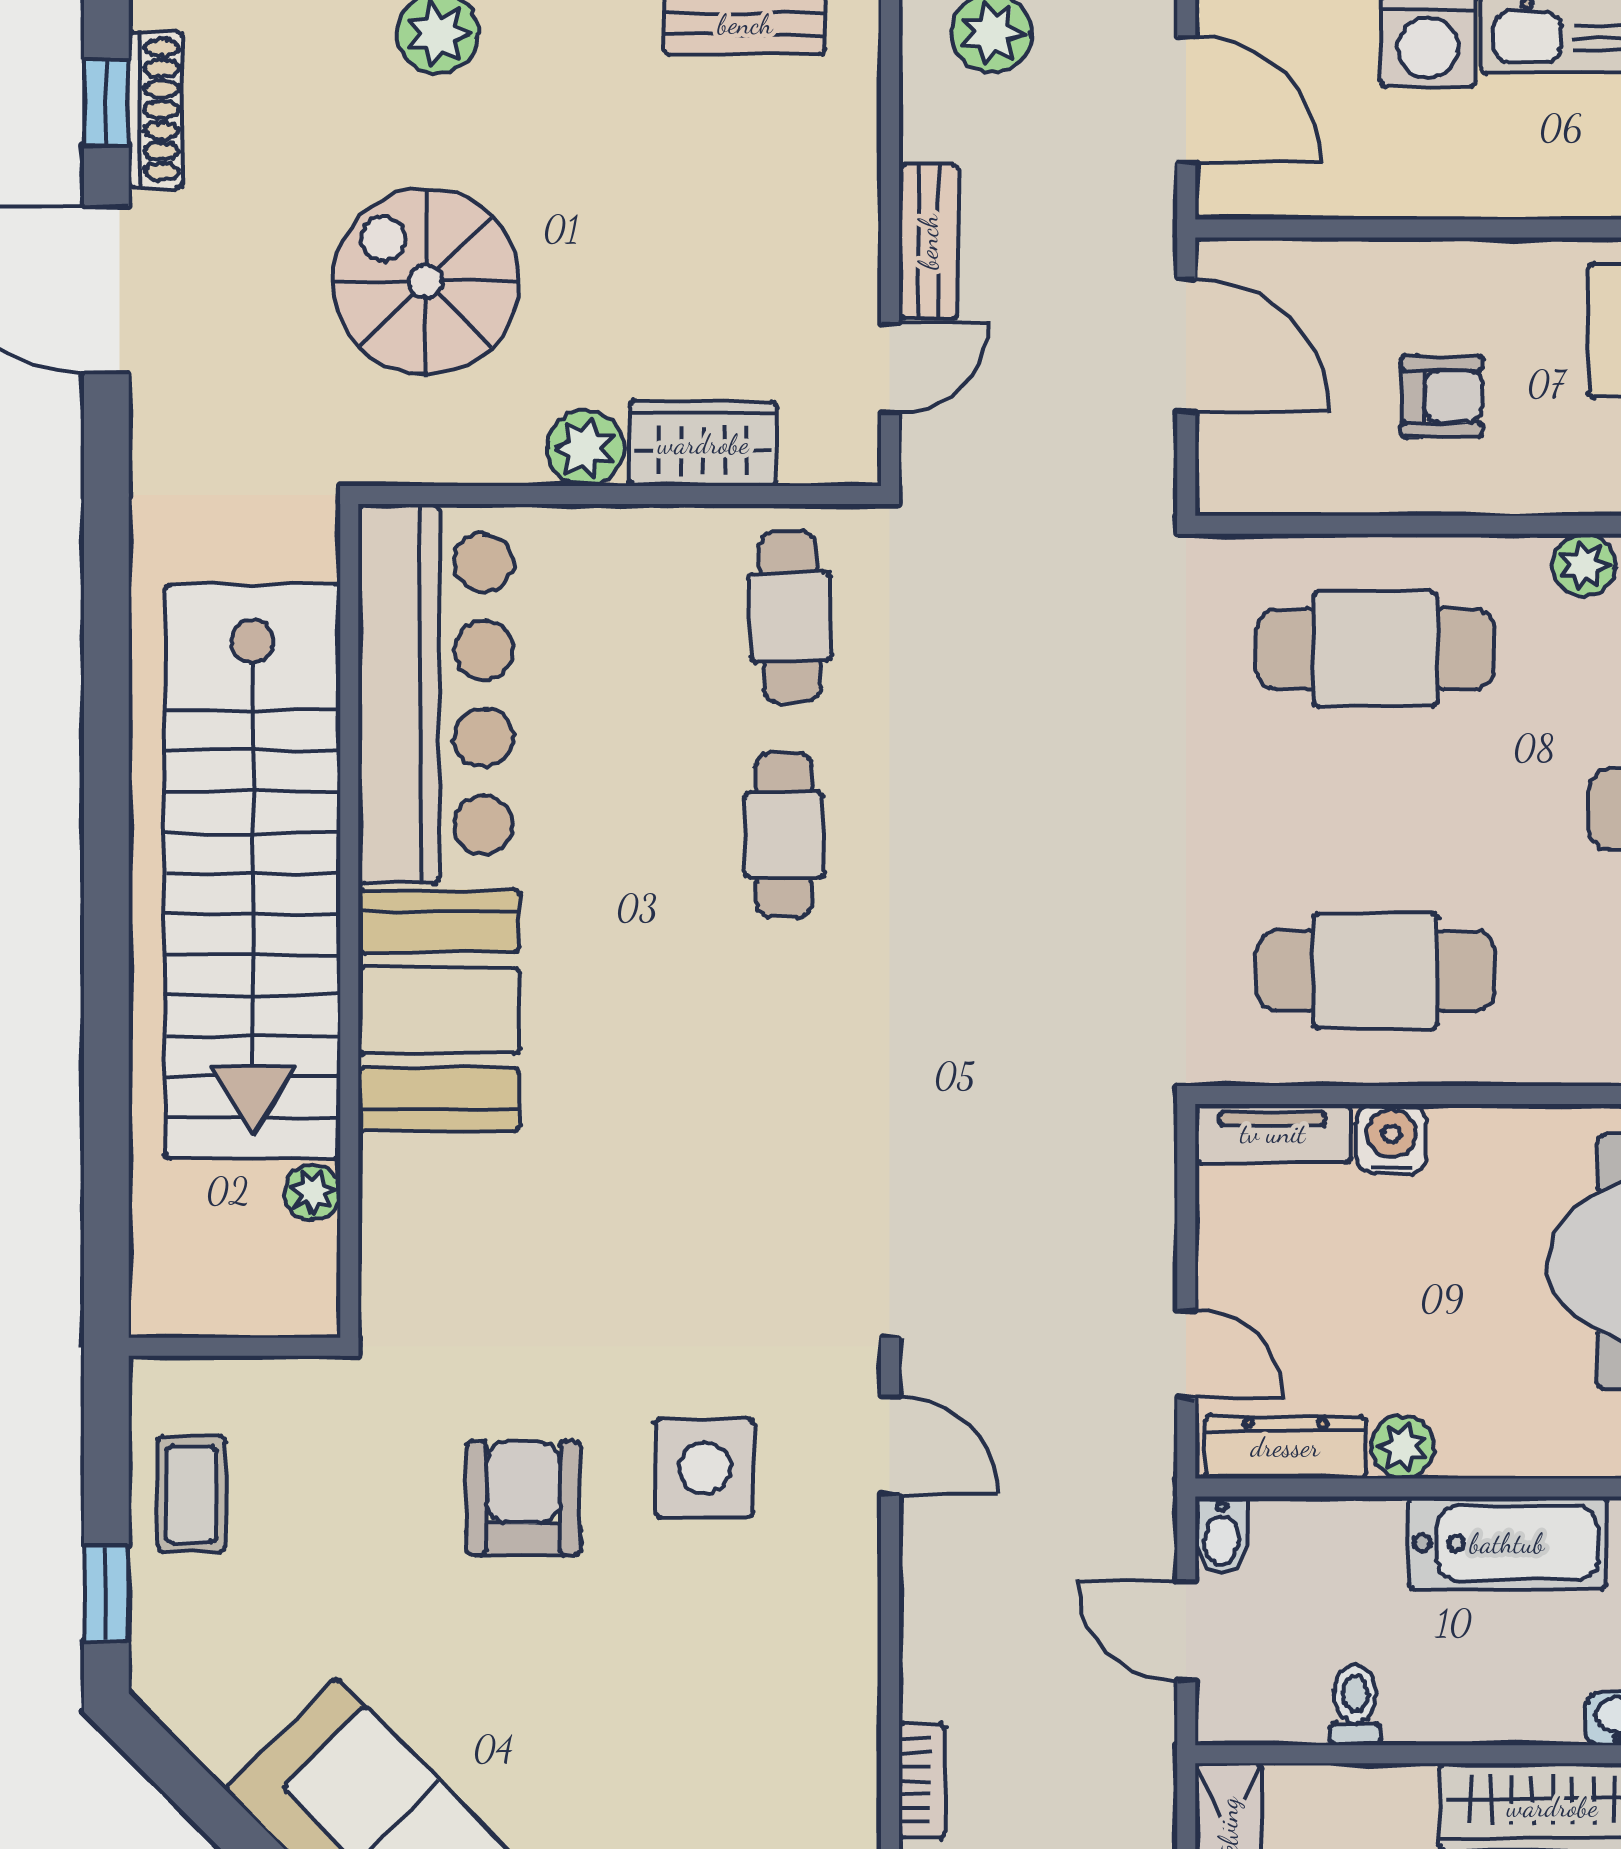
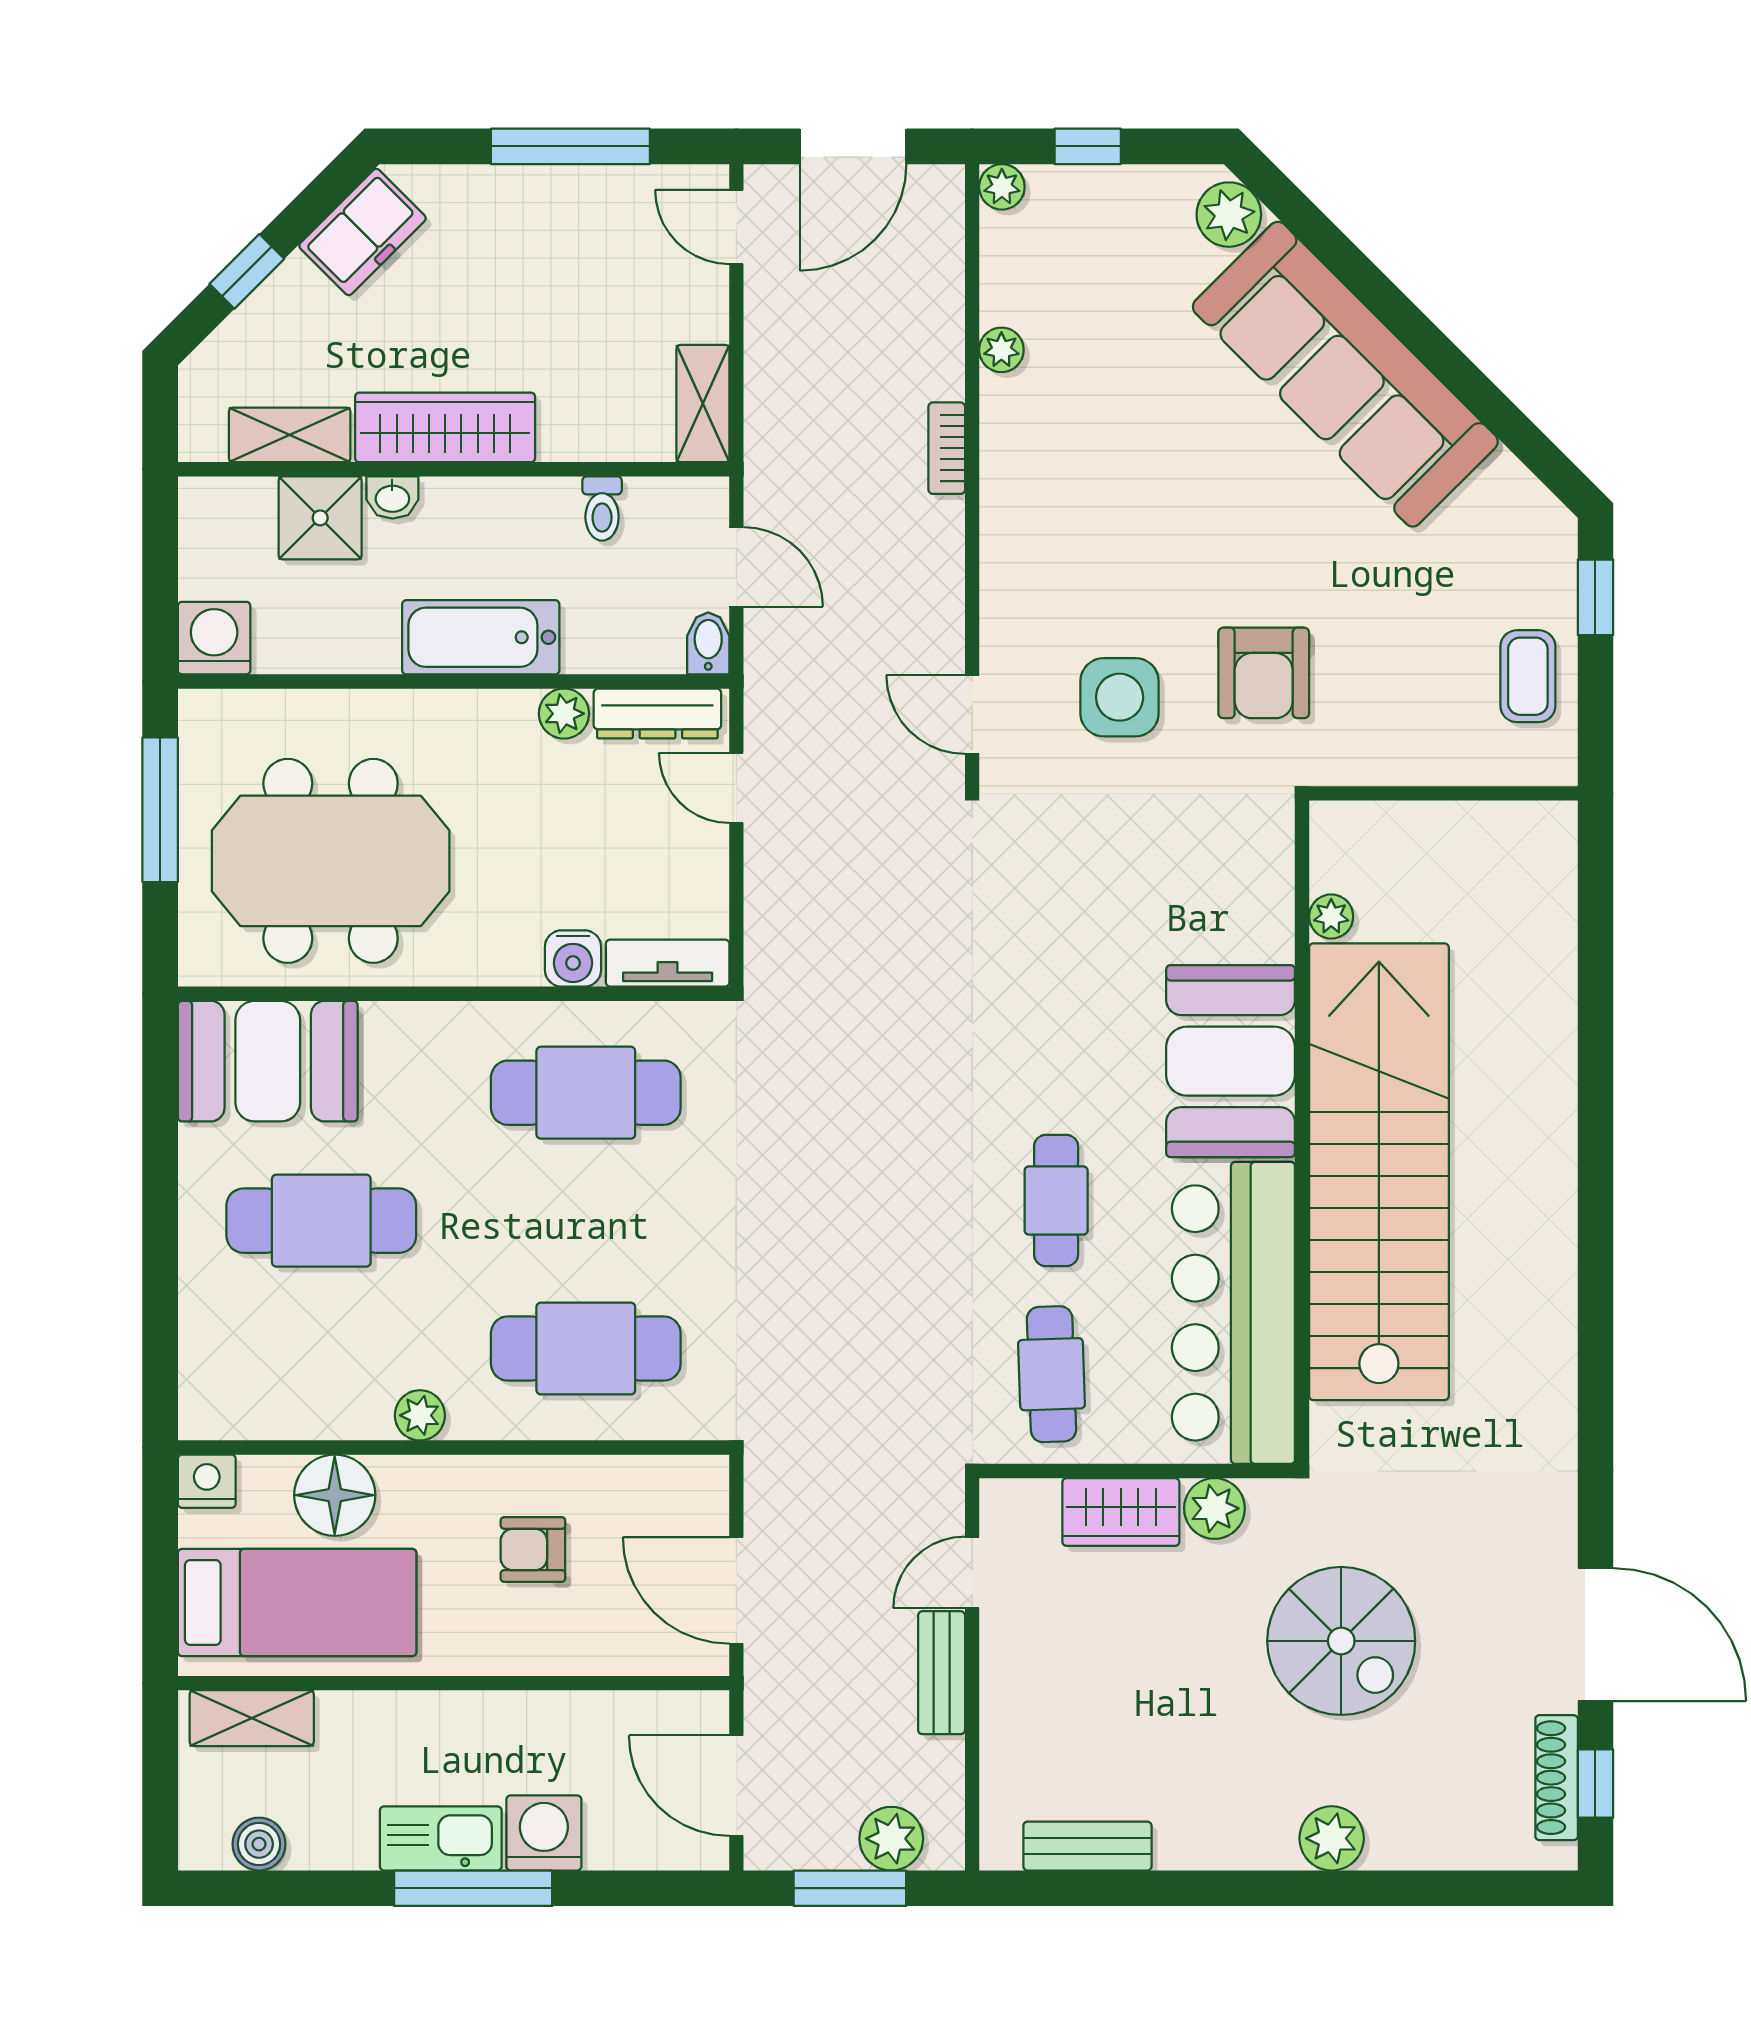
bar counter: (435, 694) -> (1233, 1313), moved
stairs: (253, 871) -> (1379, 1172), moved
wall: (349, 921) -> (1302, 1132), moved
booth: (439, 1010) -> (1231, 1061), moved
plant: (313, 1192) -> (1331, 916), moved

